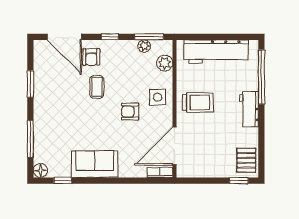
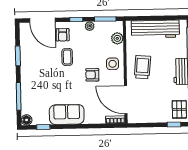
plant: (144, 46) -> (90, 26), moved
trolley: (198, 102) -> (142, 67), turned -85
door: (175, 146) -> (126, 100), hinge flipped

